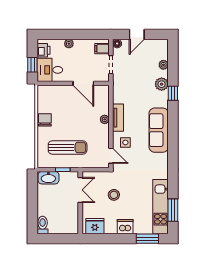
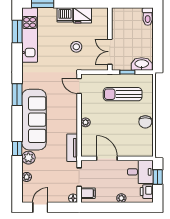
door: (137, 34) -> (40, 207), moved
tv unit: (118, 118) -> (72, 148), moved
sofa: (159, 130) -> (34, 120), width x1.36, depth x1.27
side table: (125, 142) -> (65, 99), removed
window: (173, 147) -> (17, 95), added
fridge: (95, 226) -> (83, 15), moved

